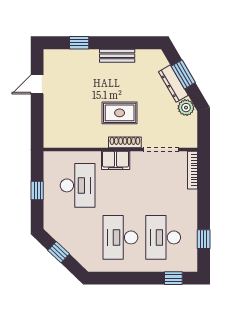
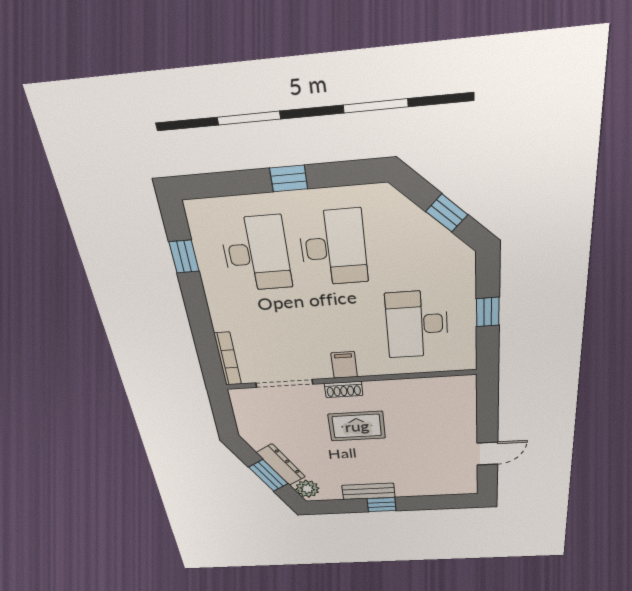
window: (79, 43) -> (382, 505), moved
plant: (186, 108) -> (307, 489), moved
shoe rack: (125, 142) -> (344, 389), width x0.70
filing cabinet: (116, 160) -> (344, 365), width x0.50
window: (173, 278) -> (289, 178), moved

